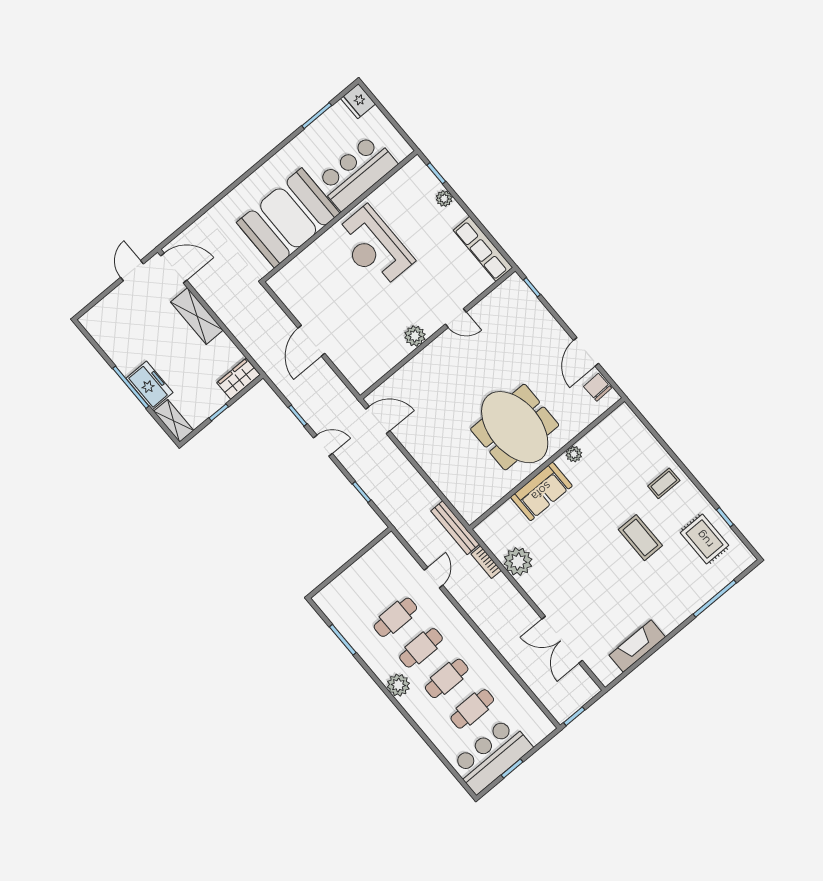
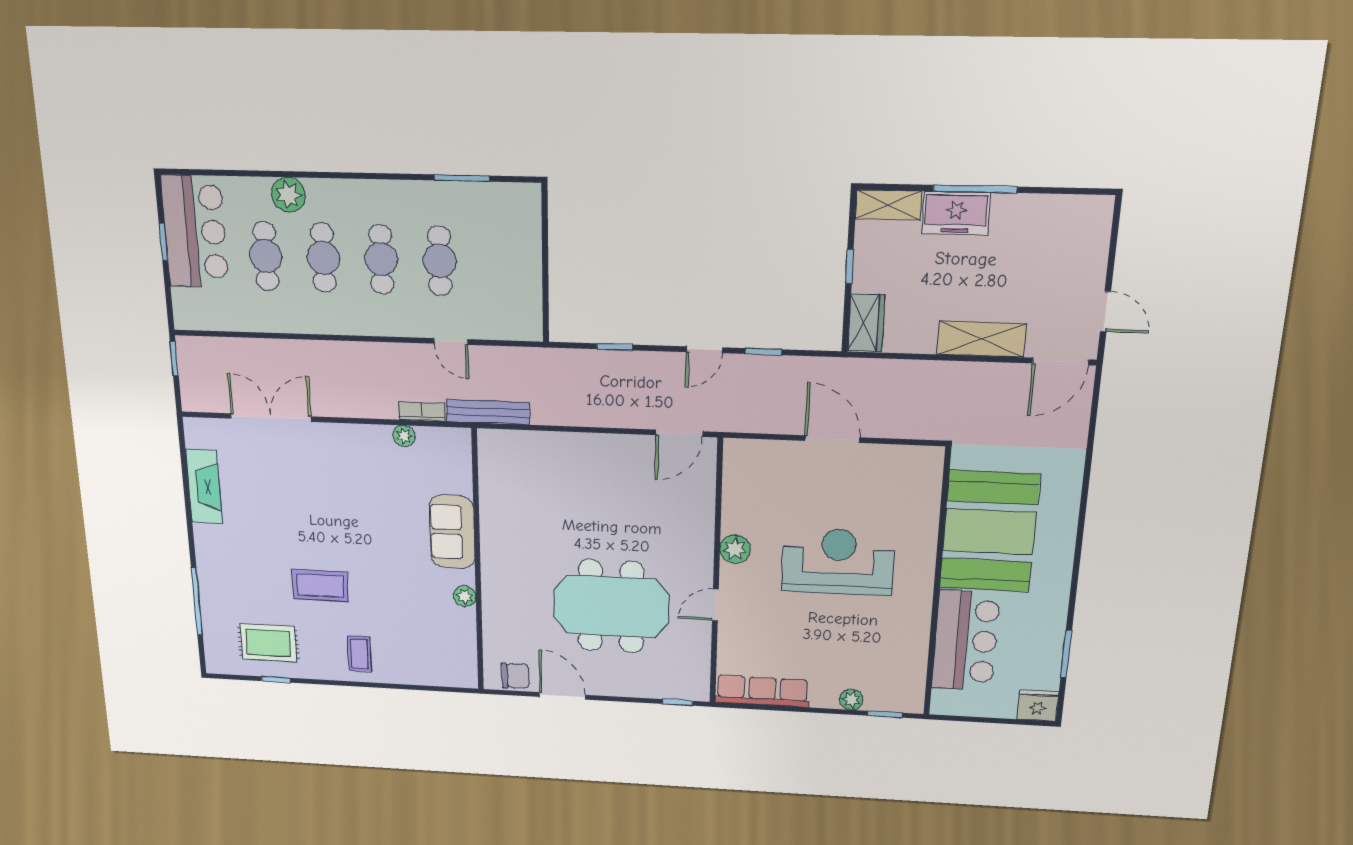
reception desk: (374, 247) -> (838, 561), moved
meeting table: (515, 427) -> (611, 606), moved
plant: (518, 562) -> (404, 436), width x0.53, depth x0.53
plant: (398, 685) -> (288, 195), moved

